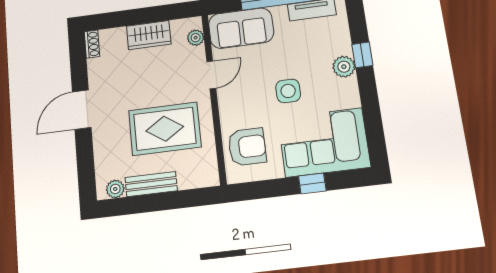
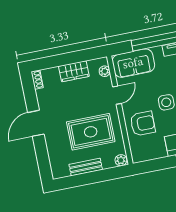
armchair: (247, 147) -> (143, 124), moved
plant: (115, 189) -> (121, 160), moved

